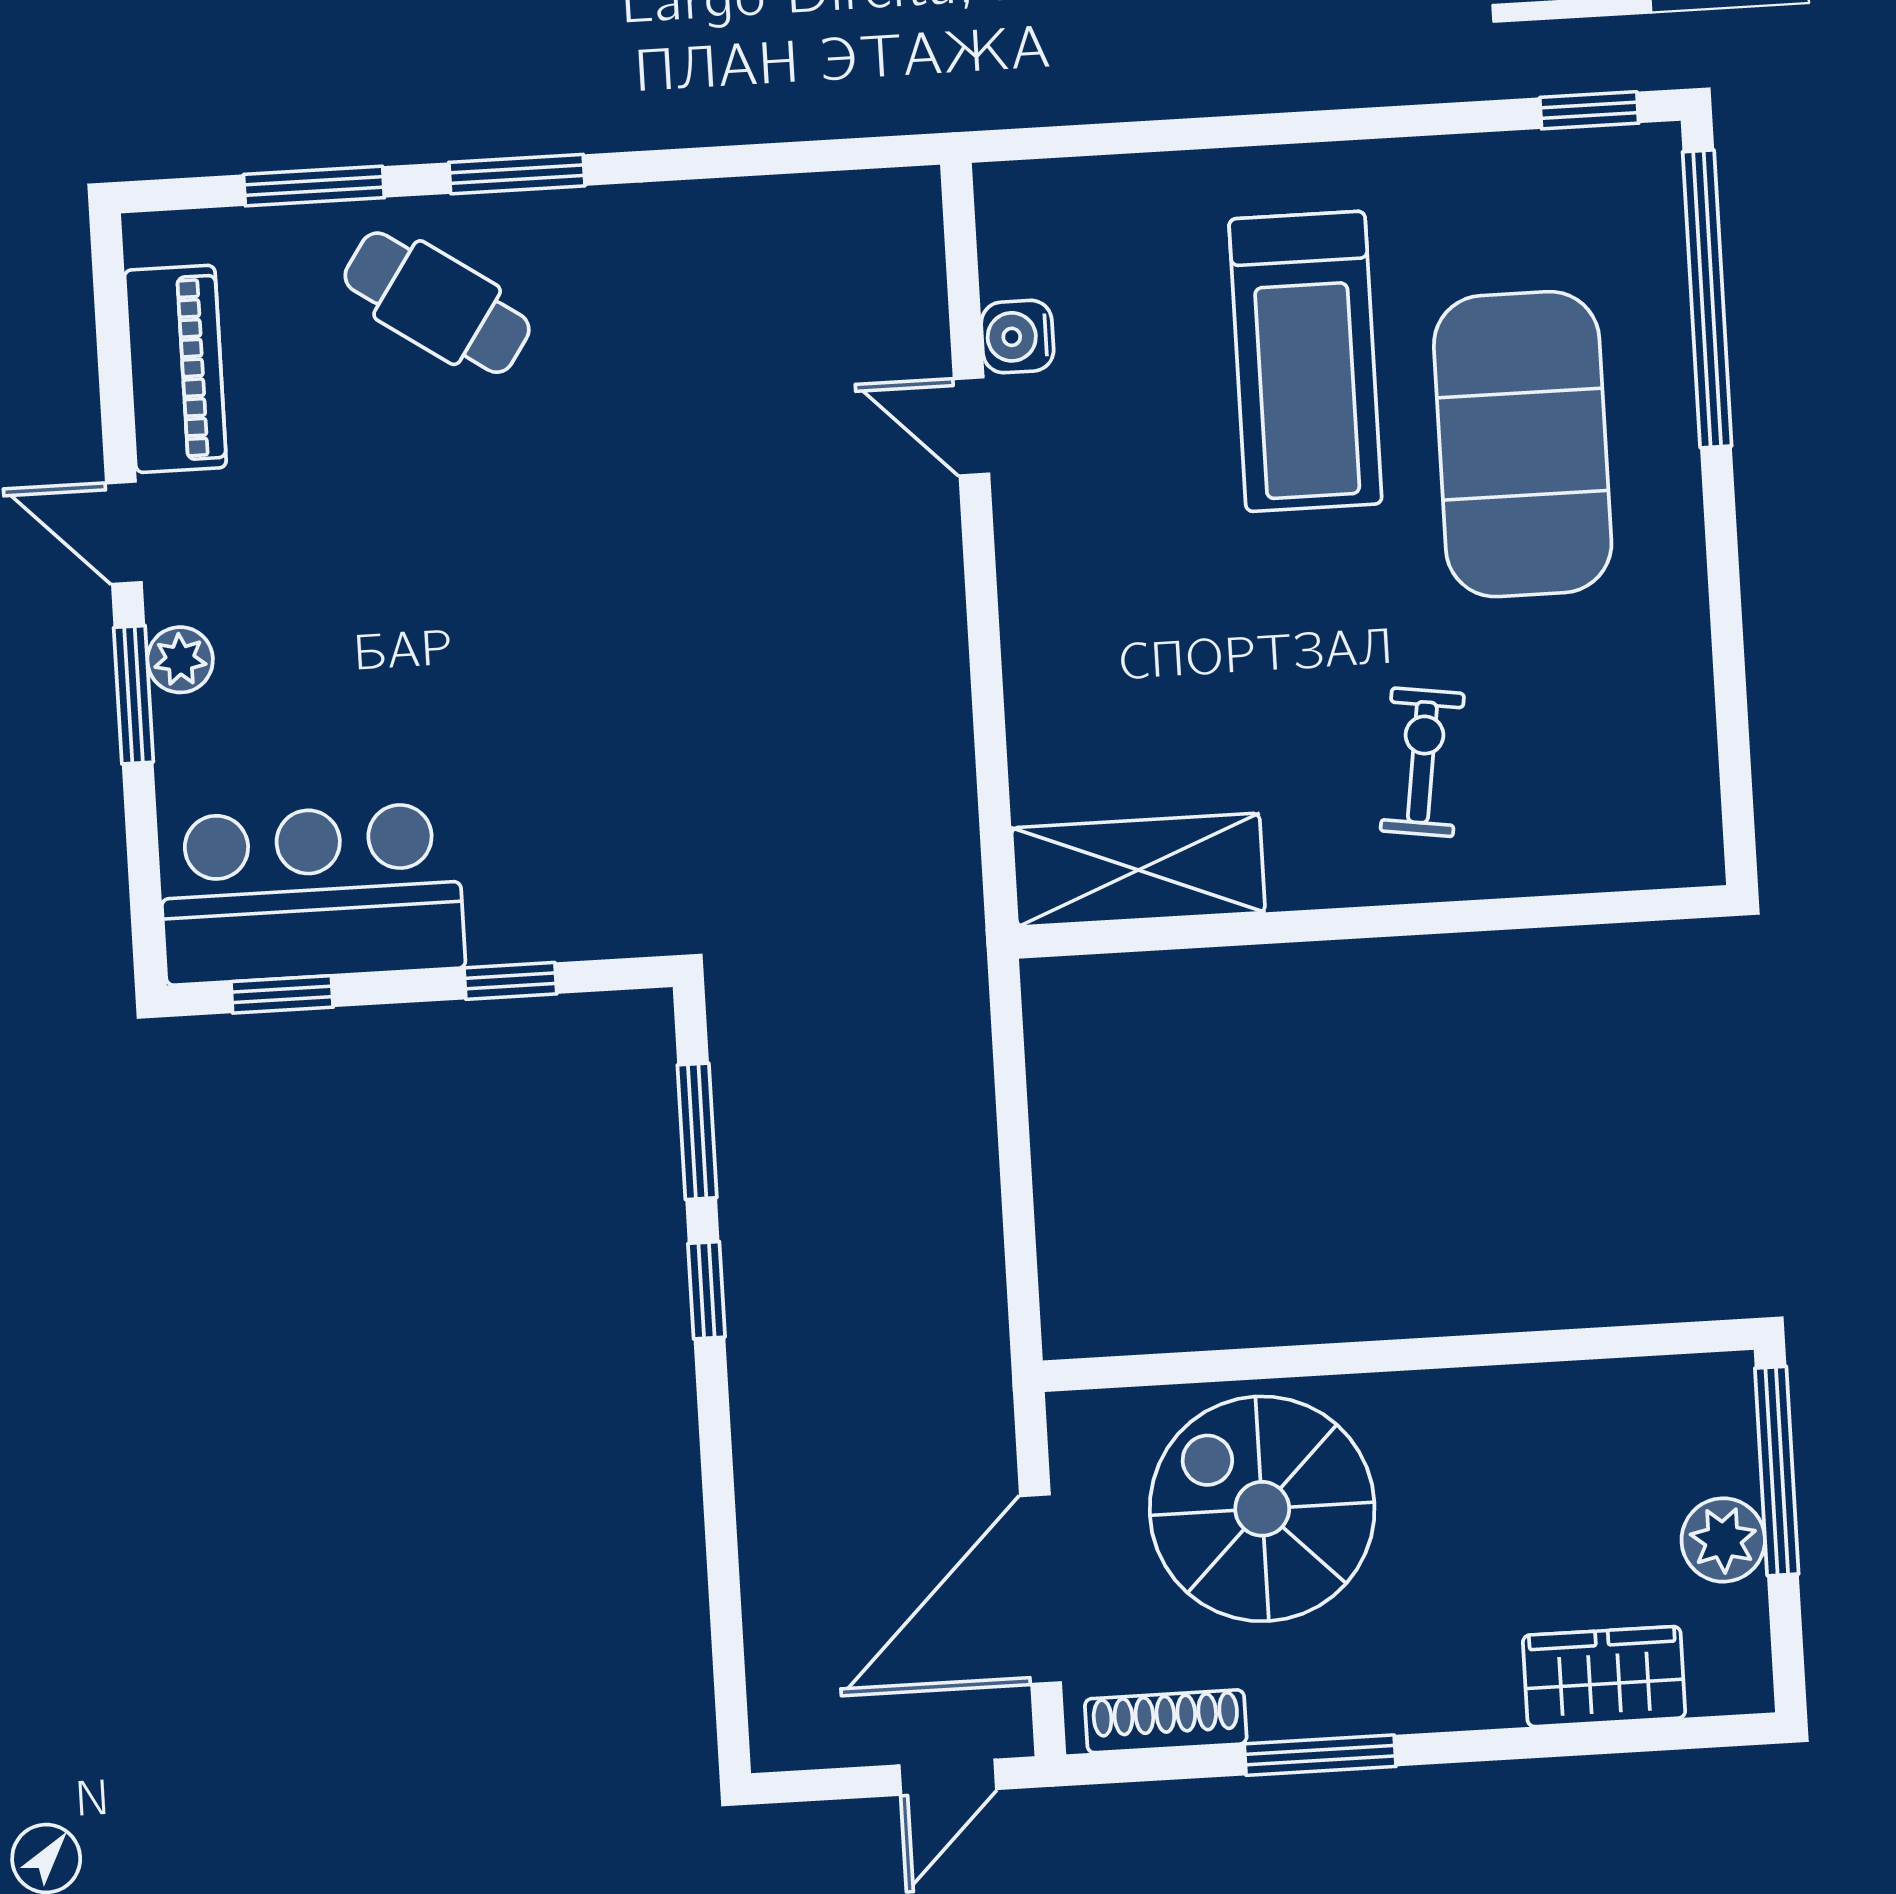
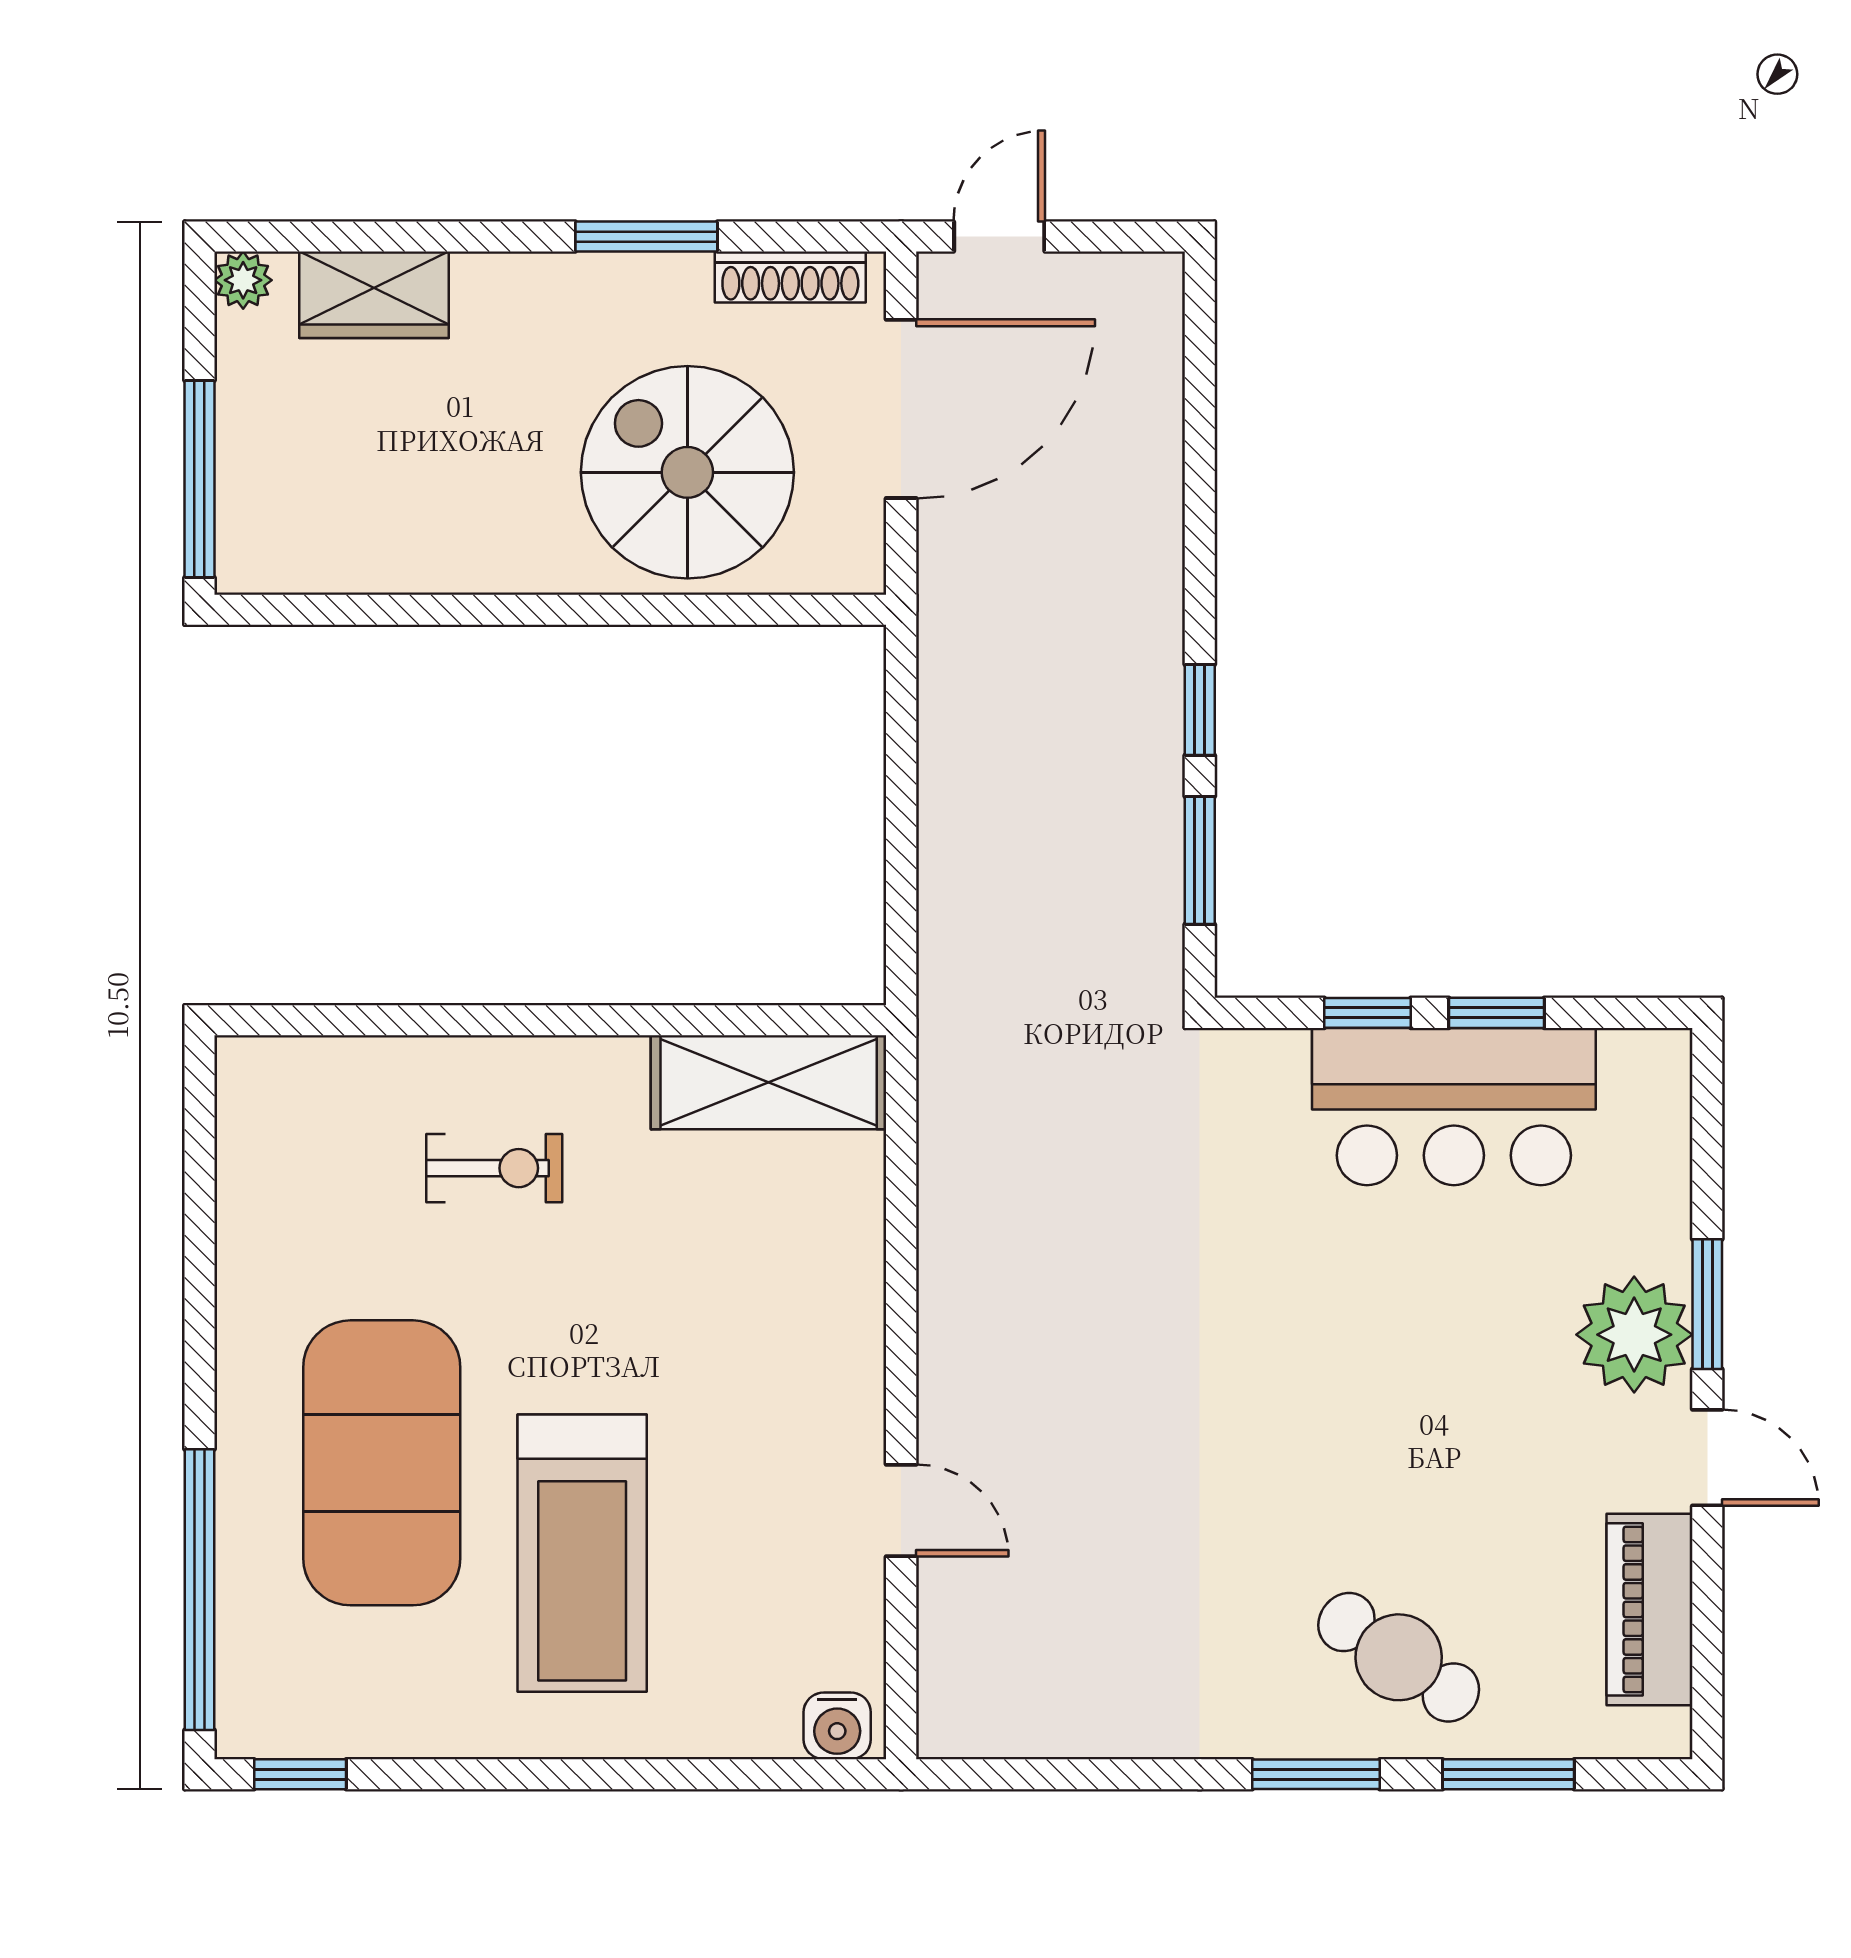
water cooler: (1017, 337) -> (837, 1726), moved, turned 90
treadmill: (1305, 361) -> (582, 1553), turned 180
plant: (180, 660) -> (1634, 1335), width x1.87, depth x1.87
exercise bike: (1422, 762) -> (494, 1168), turned -98
bar counter: (311, 893) -> (1454, 1107), moved
window: (282, 994) -> (1497, 1013), moved
spiral stairs: (1262, 1509) -> (687, 472), turned 180
plant: (1723, 1540) -> (243, 280), moved, width x0.73, depth x0.73

